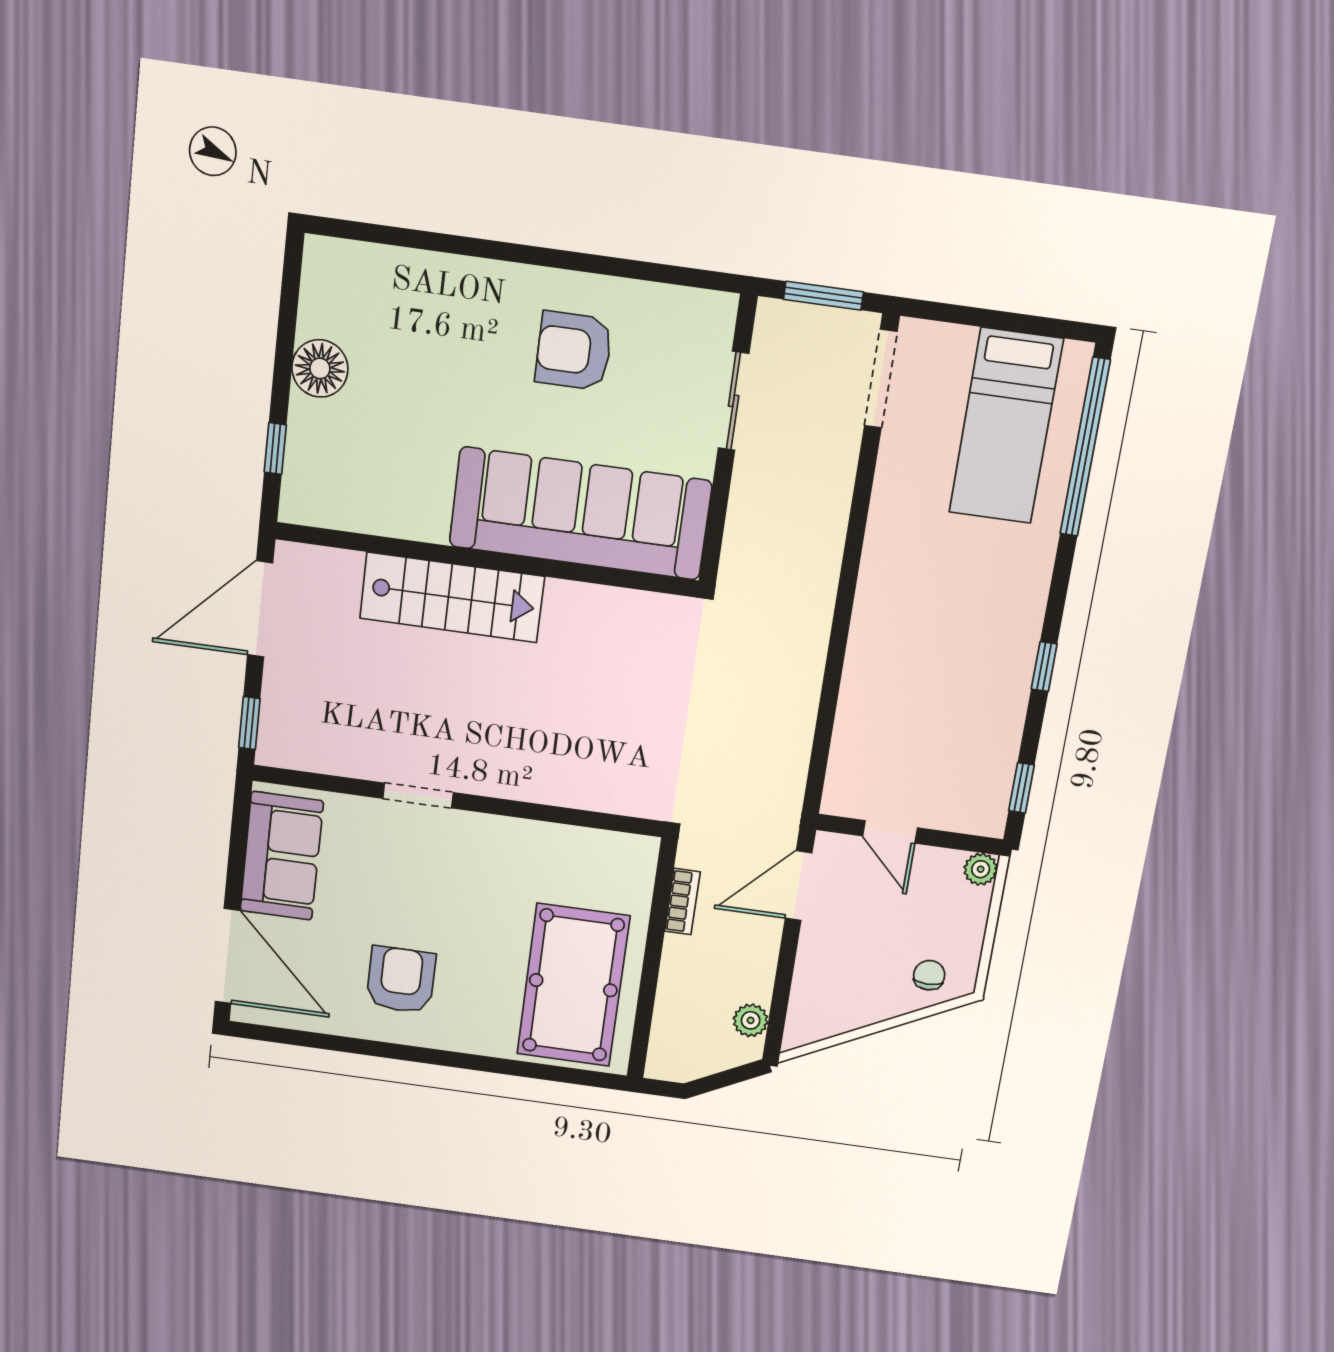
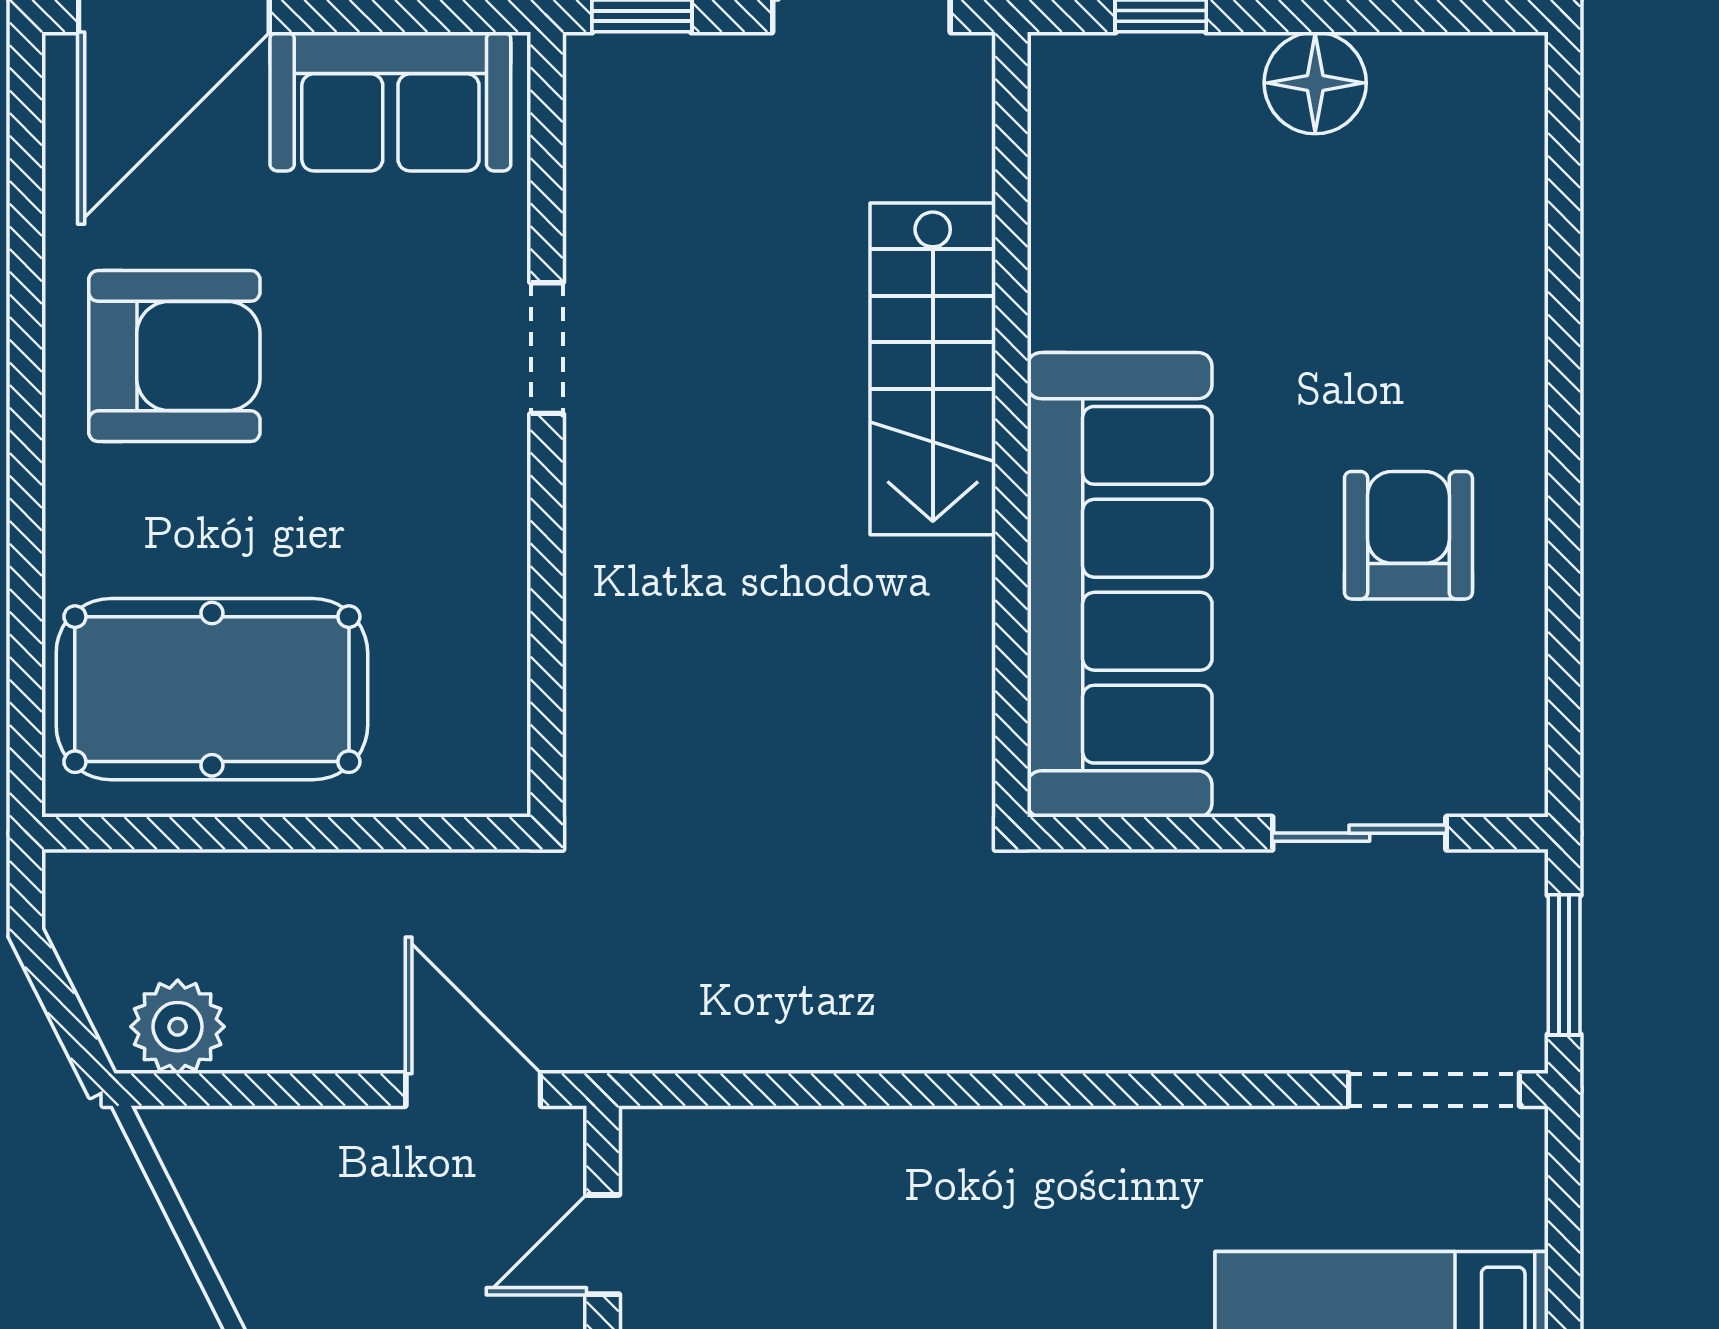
bookcase: (682, 902) -> (410, 875), removed
armchair: (401, 980) -> (174, 356), width x1.36, depth x1.36
plant: (751, 1020) -> (178, 1027), width x1.38, depth x1.38

